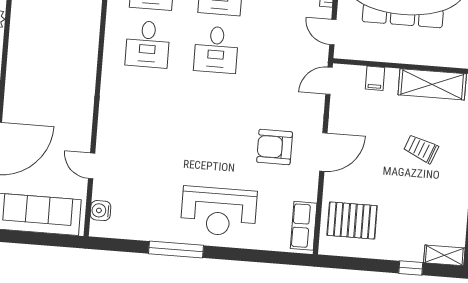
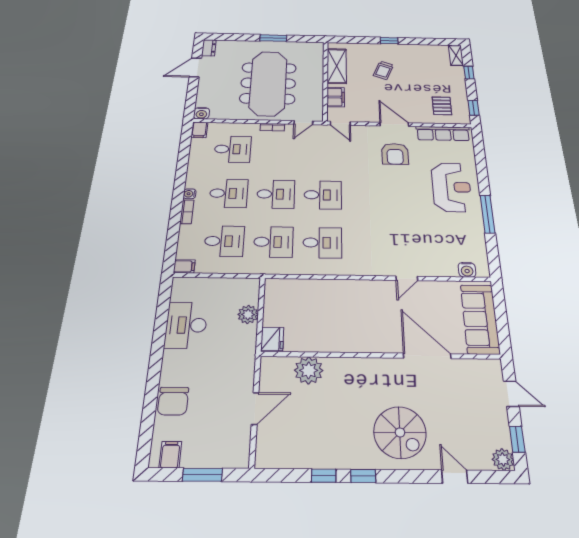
filing cabinet: (375, 78) -> (336, 97), width x2.00
door: (92, 166) -> (407, 278), moved
pallet: (352, 220) -> (442, 106), width x0.67, depth x0.71
row of seats: (304, 226) -> (443, 133), width x1.48
window: (346, 263) -> (474, 108), added

